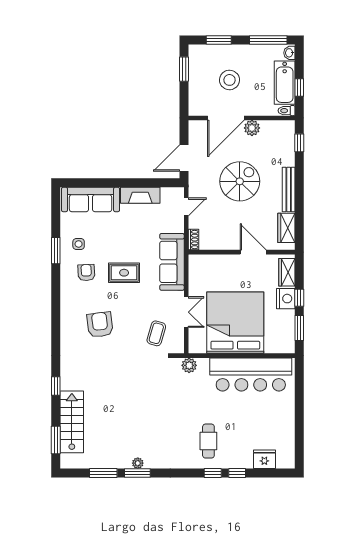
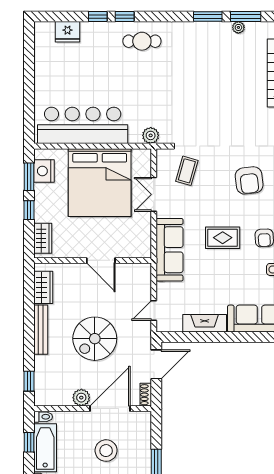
shoe rack: (194, 240) -> (146, 395), moved
door: (253, 252) -> (101, 260), moved
nightstand: (286, 299) -> (44, 171), moved
cafe table: (208, 441) -> (142, 41), moved, turned 90
plant: (138, 463) -> (238, 27), moved

